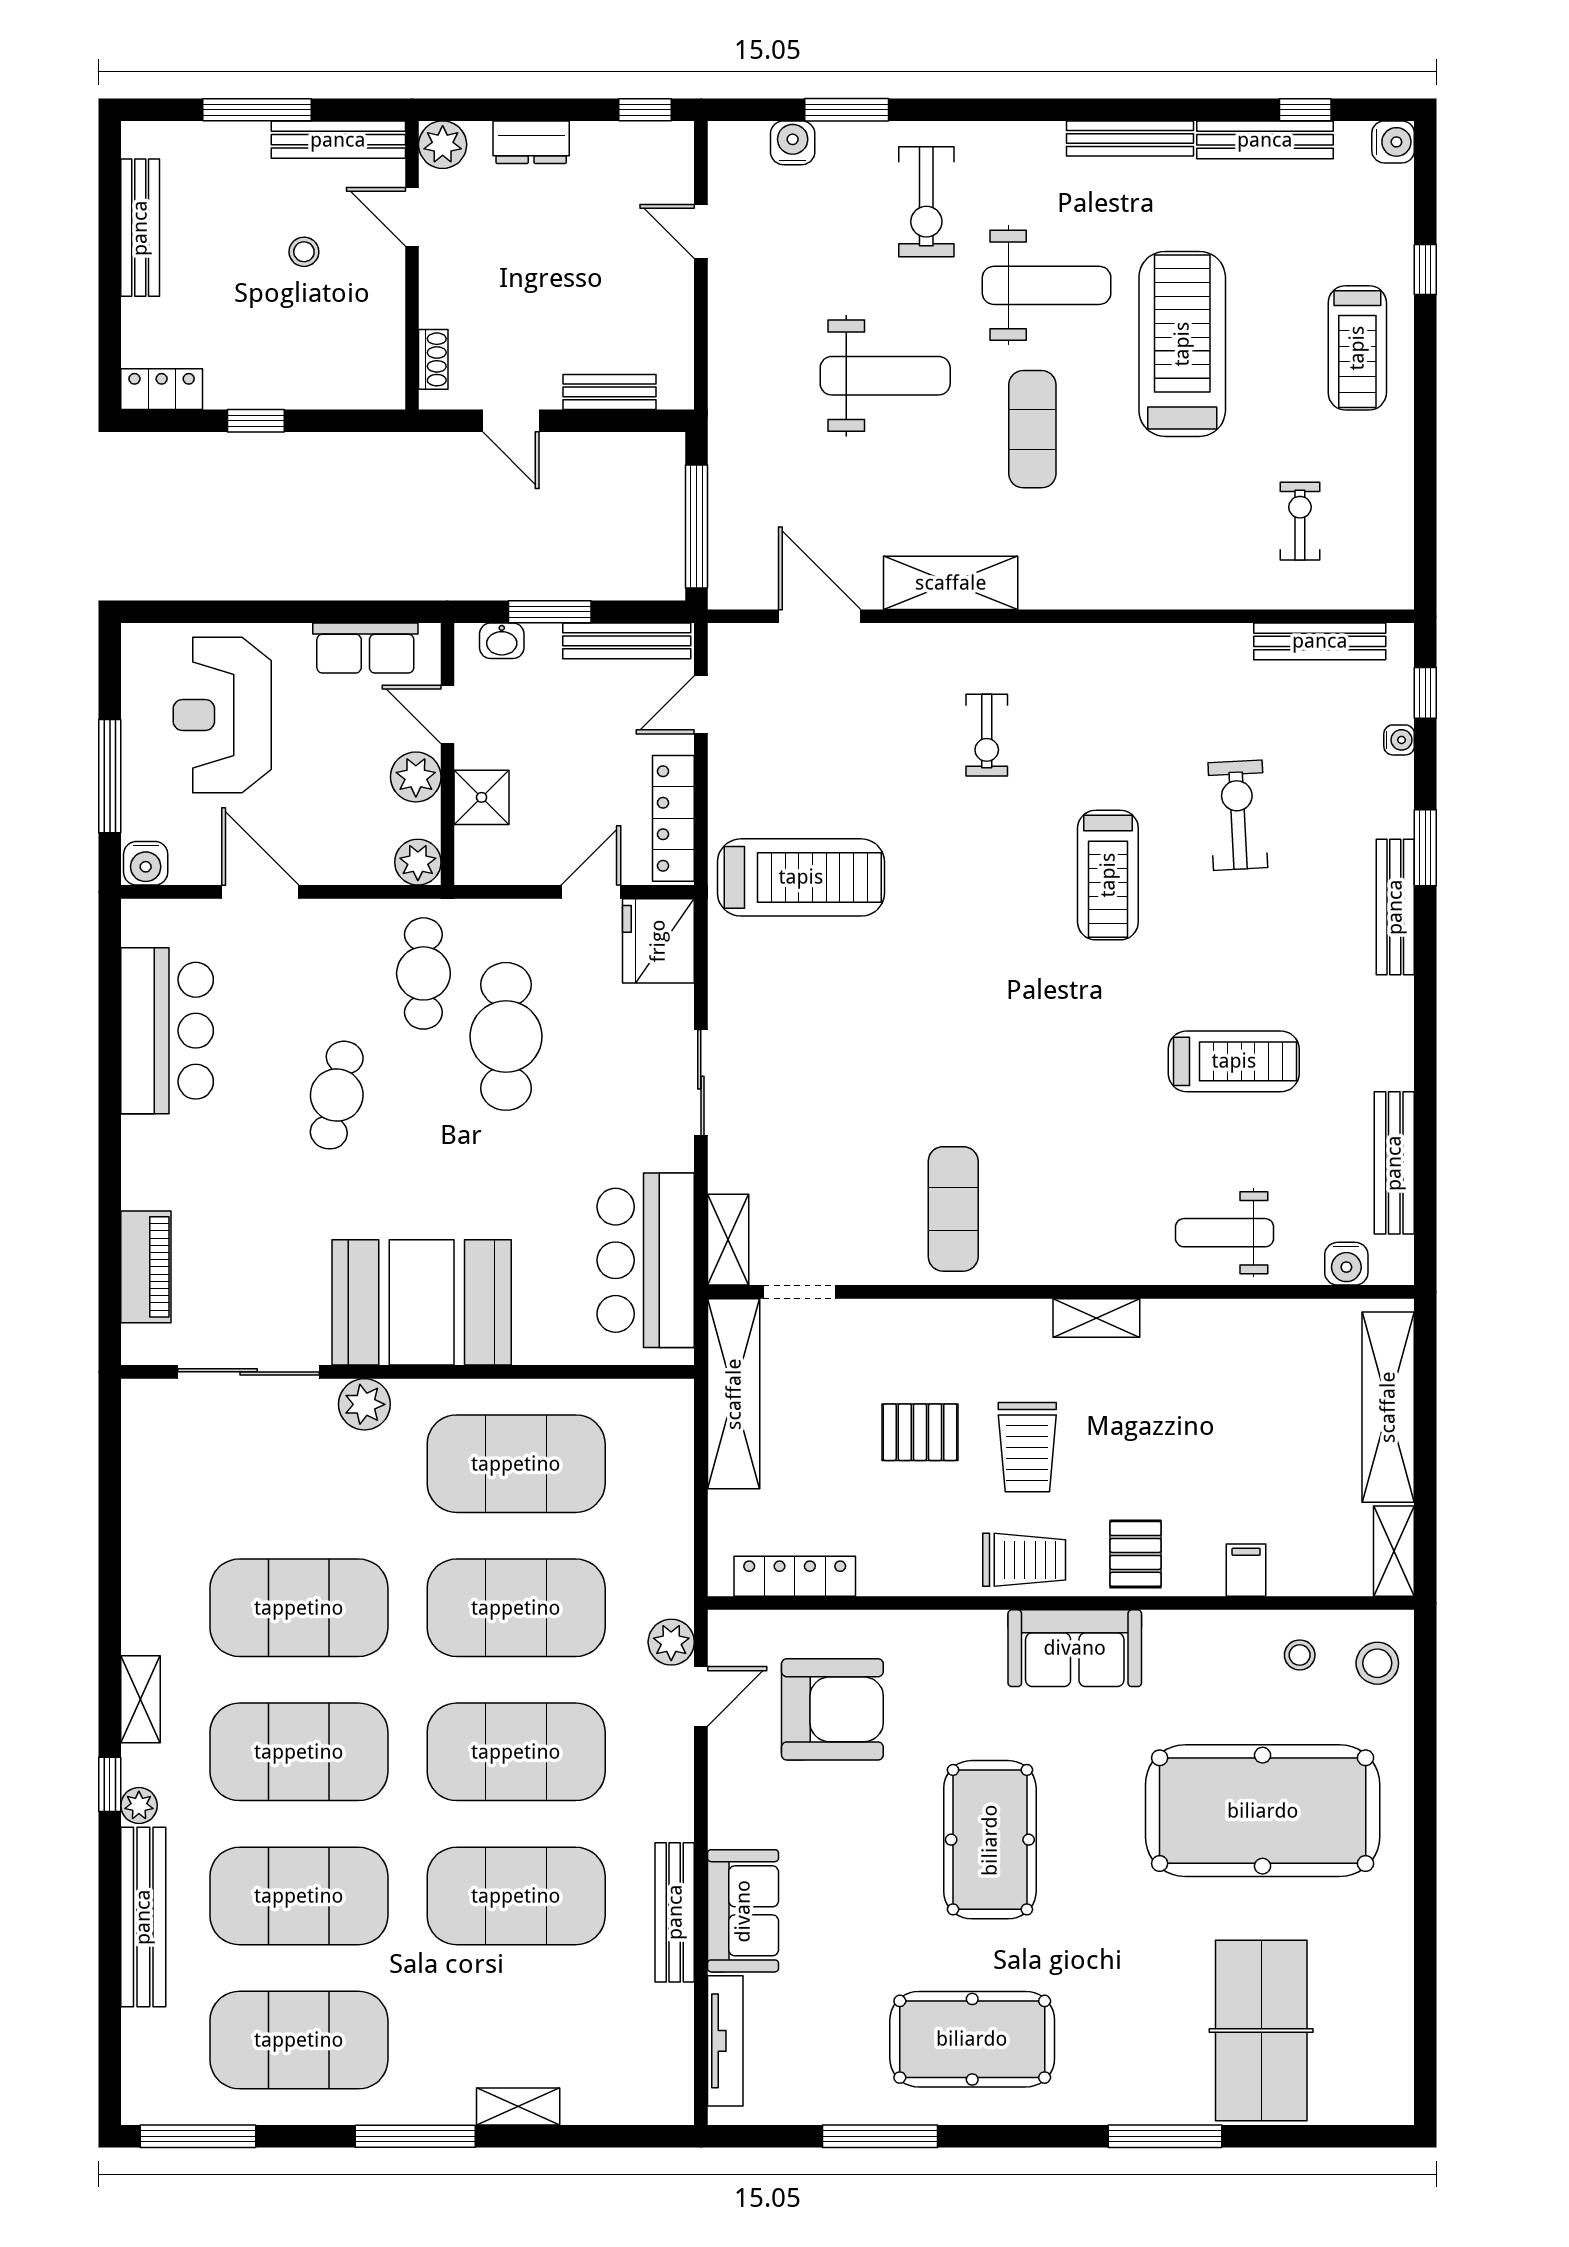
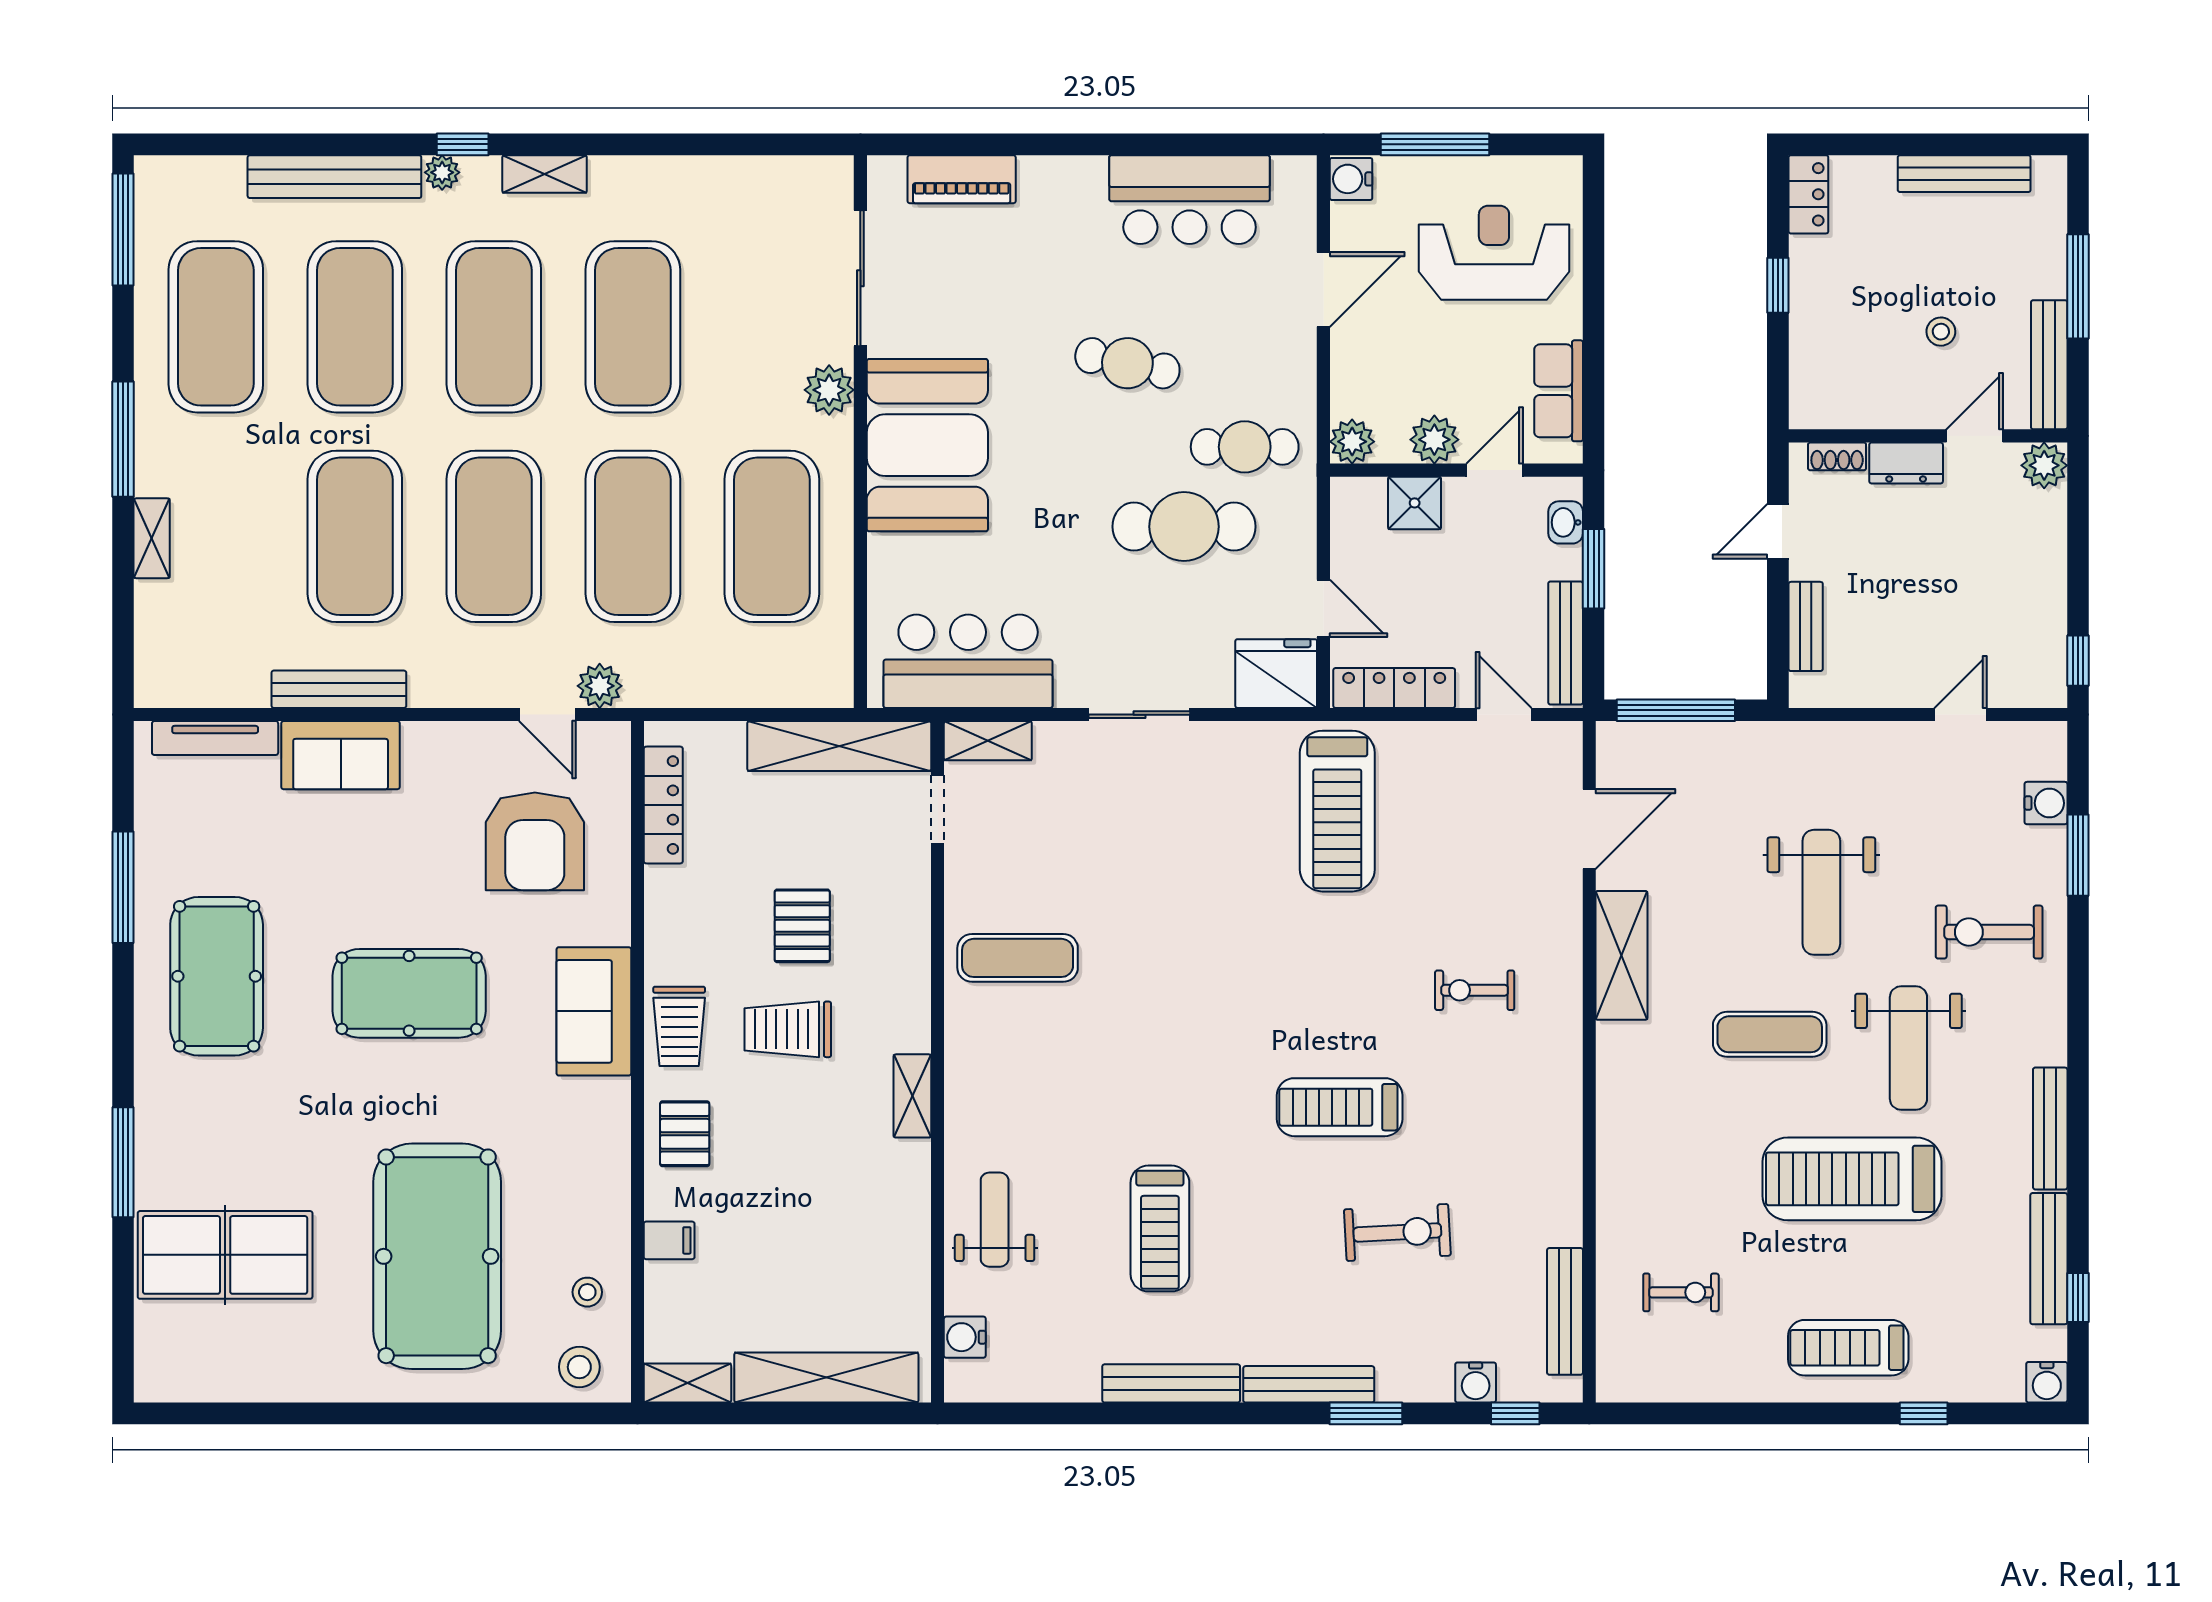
dresser: (531, 142) -> (1906, 463), moved, turned -90
treadmill: (1182, 344) -> (1852, 1179), turned 180
water cooler: (1399, 740) -> (1476, 1382), width x1.38, depth x1.38
bench: (1394, 1163) -> (1171, 1383), moved
pallet: (1136, 1554) -> (685, 1134), turned 90
sofa: (1075, 1648) -> (594, 1011), moved

